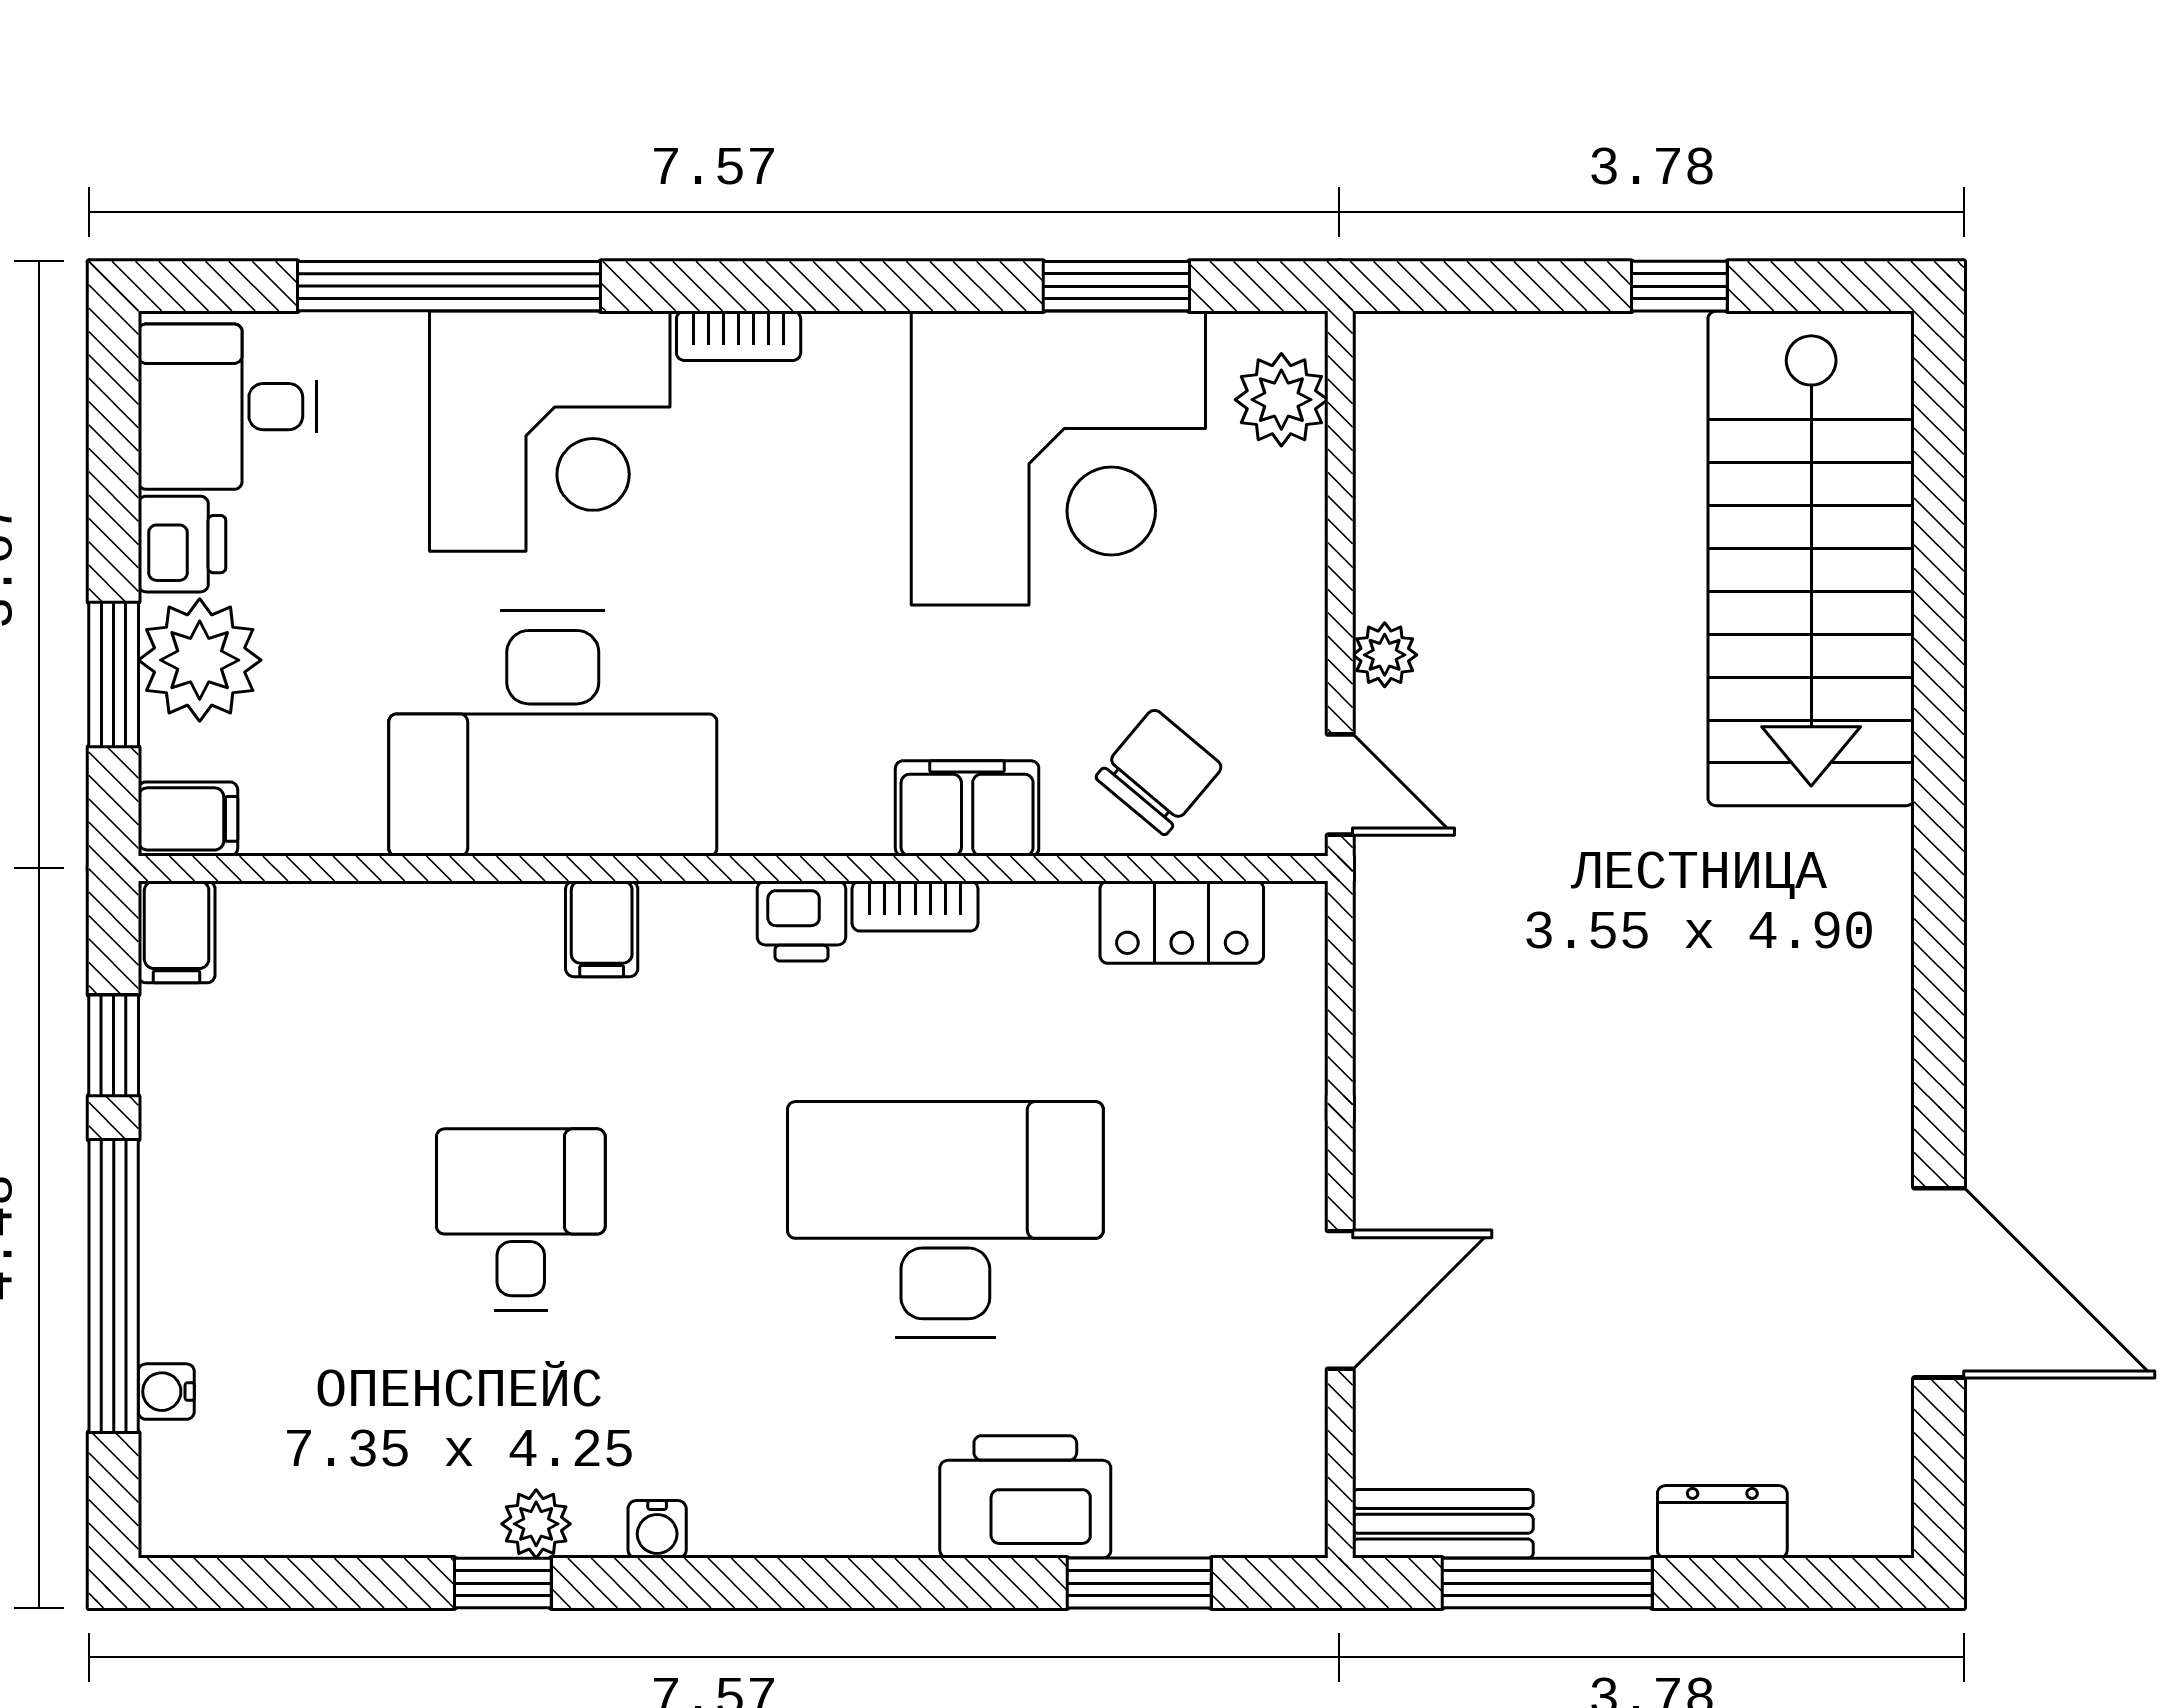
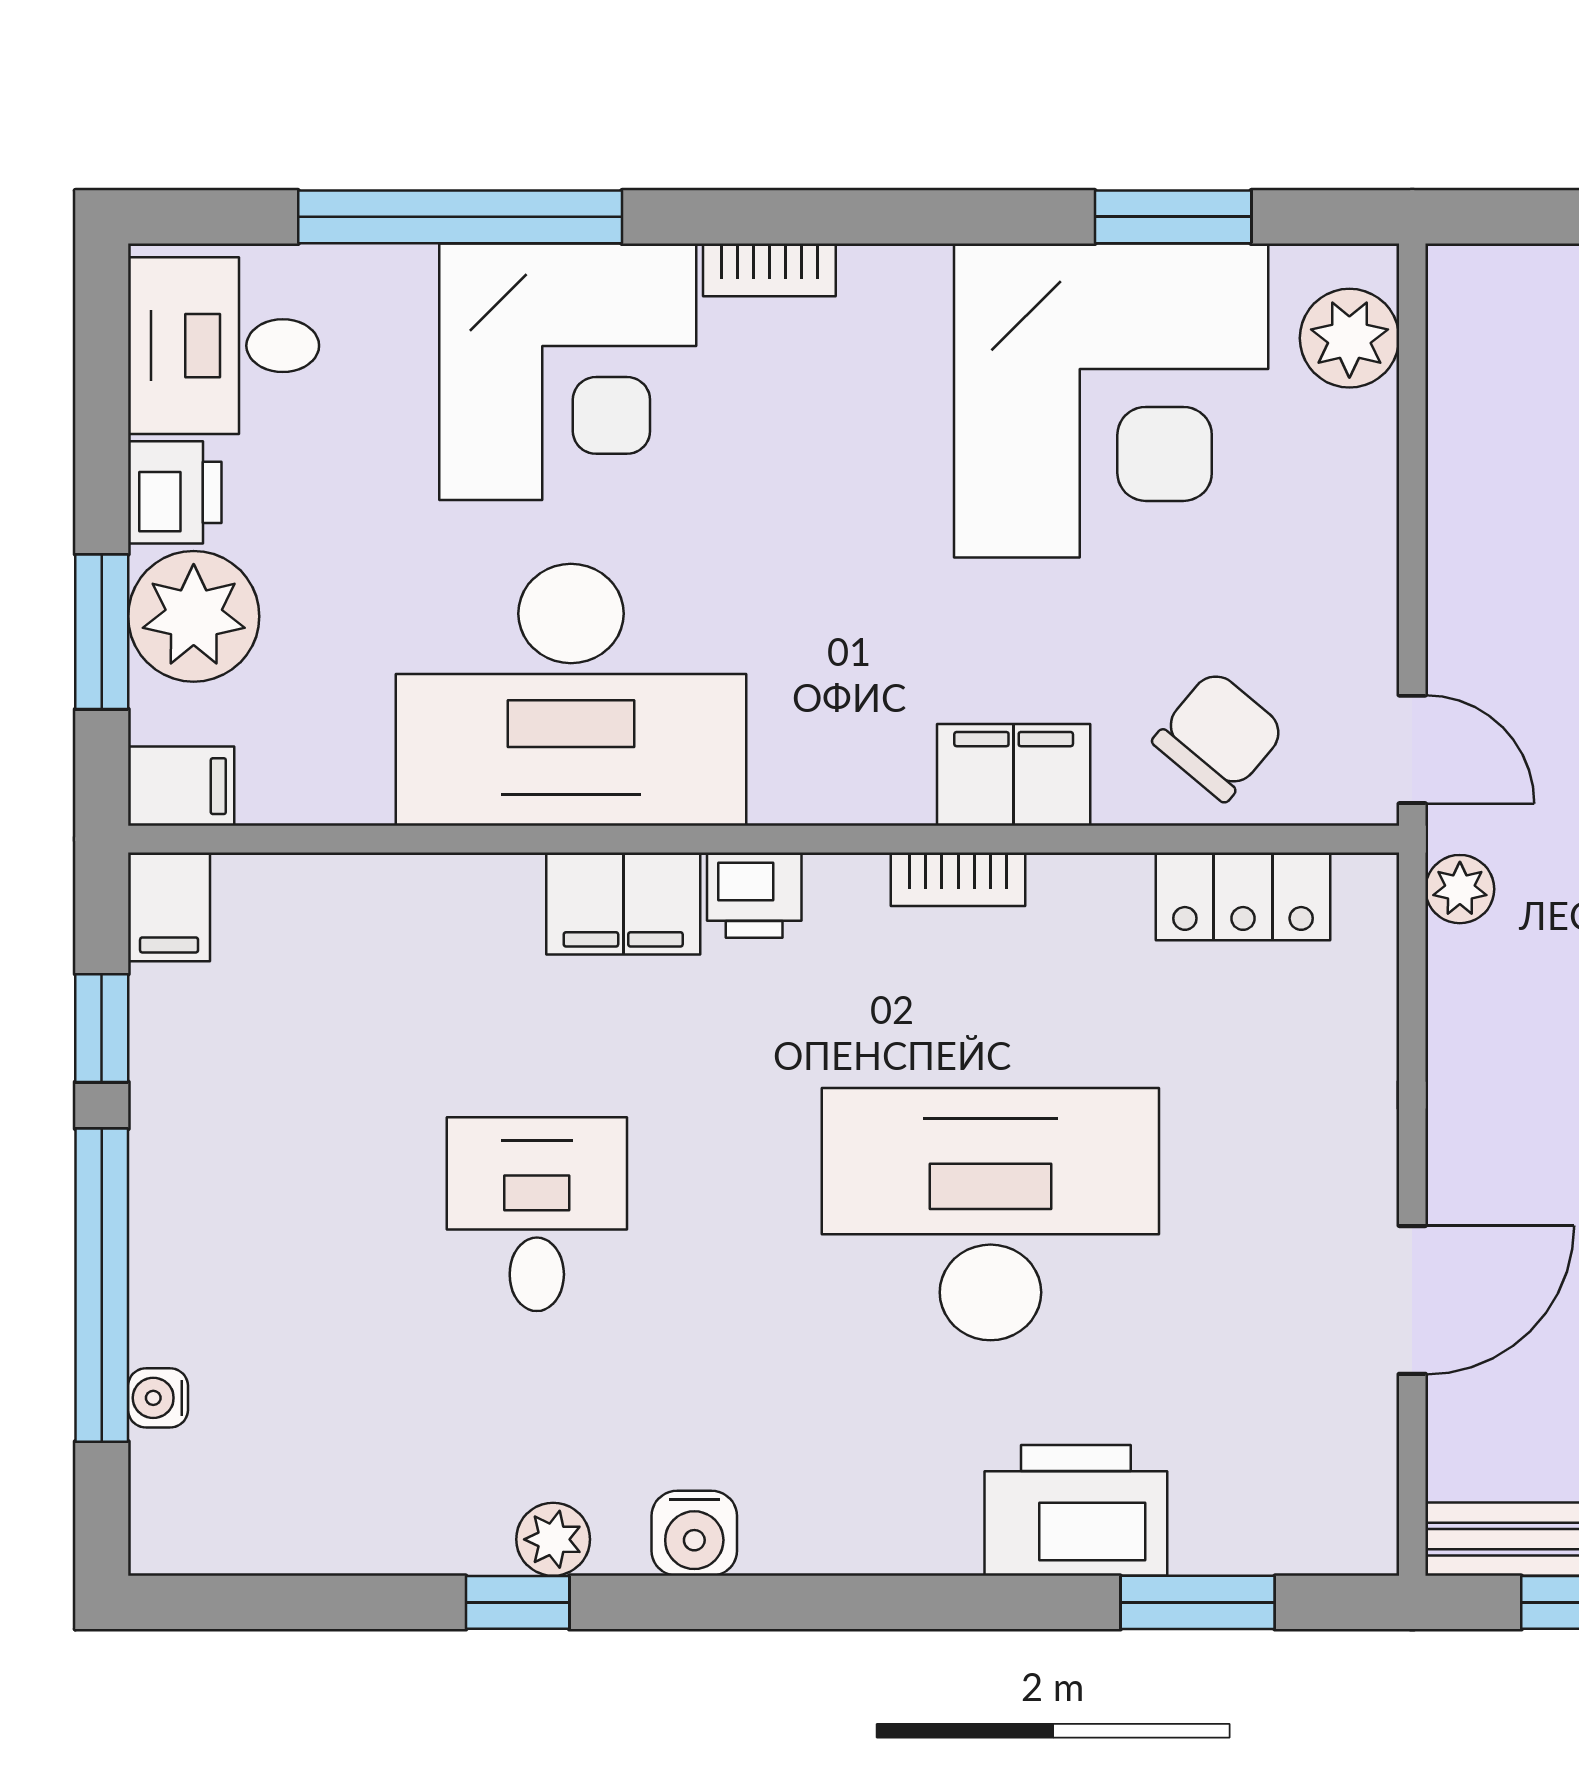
plant: (1385, 655) -> (1460, 889), moved
printer: (801, 921) -> (754, 895), moved
filing cabinet: (602, 929) -> (623, 904), width x2.00
water cooler: (657, 1529) -> (694, 1533), width x1.38, depth x1.38

